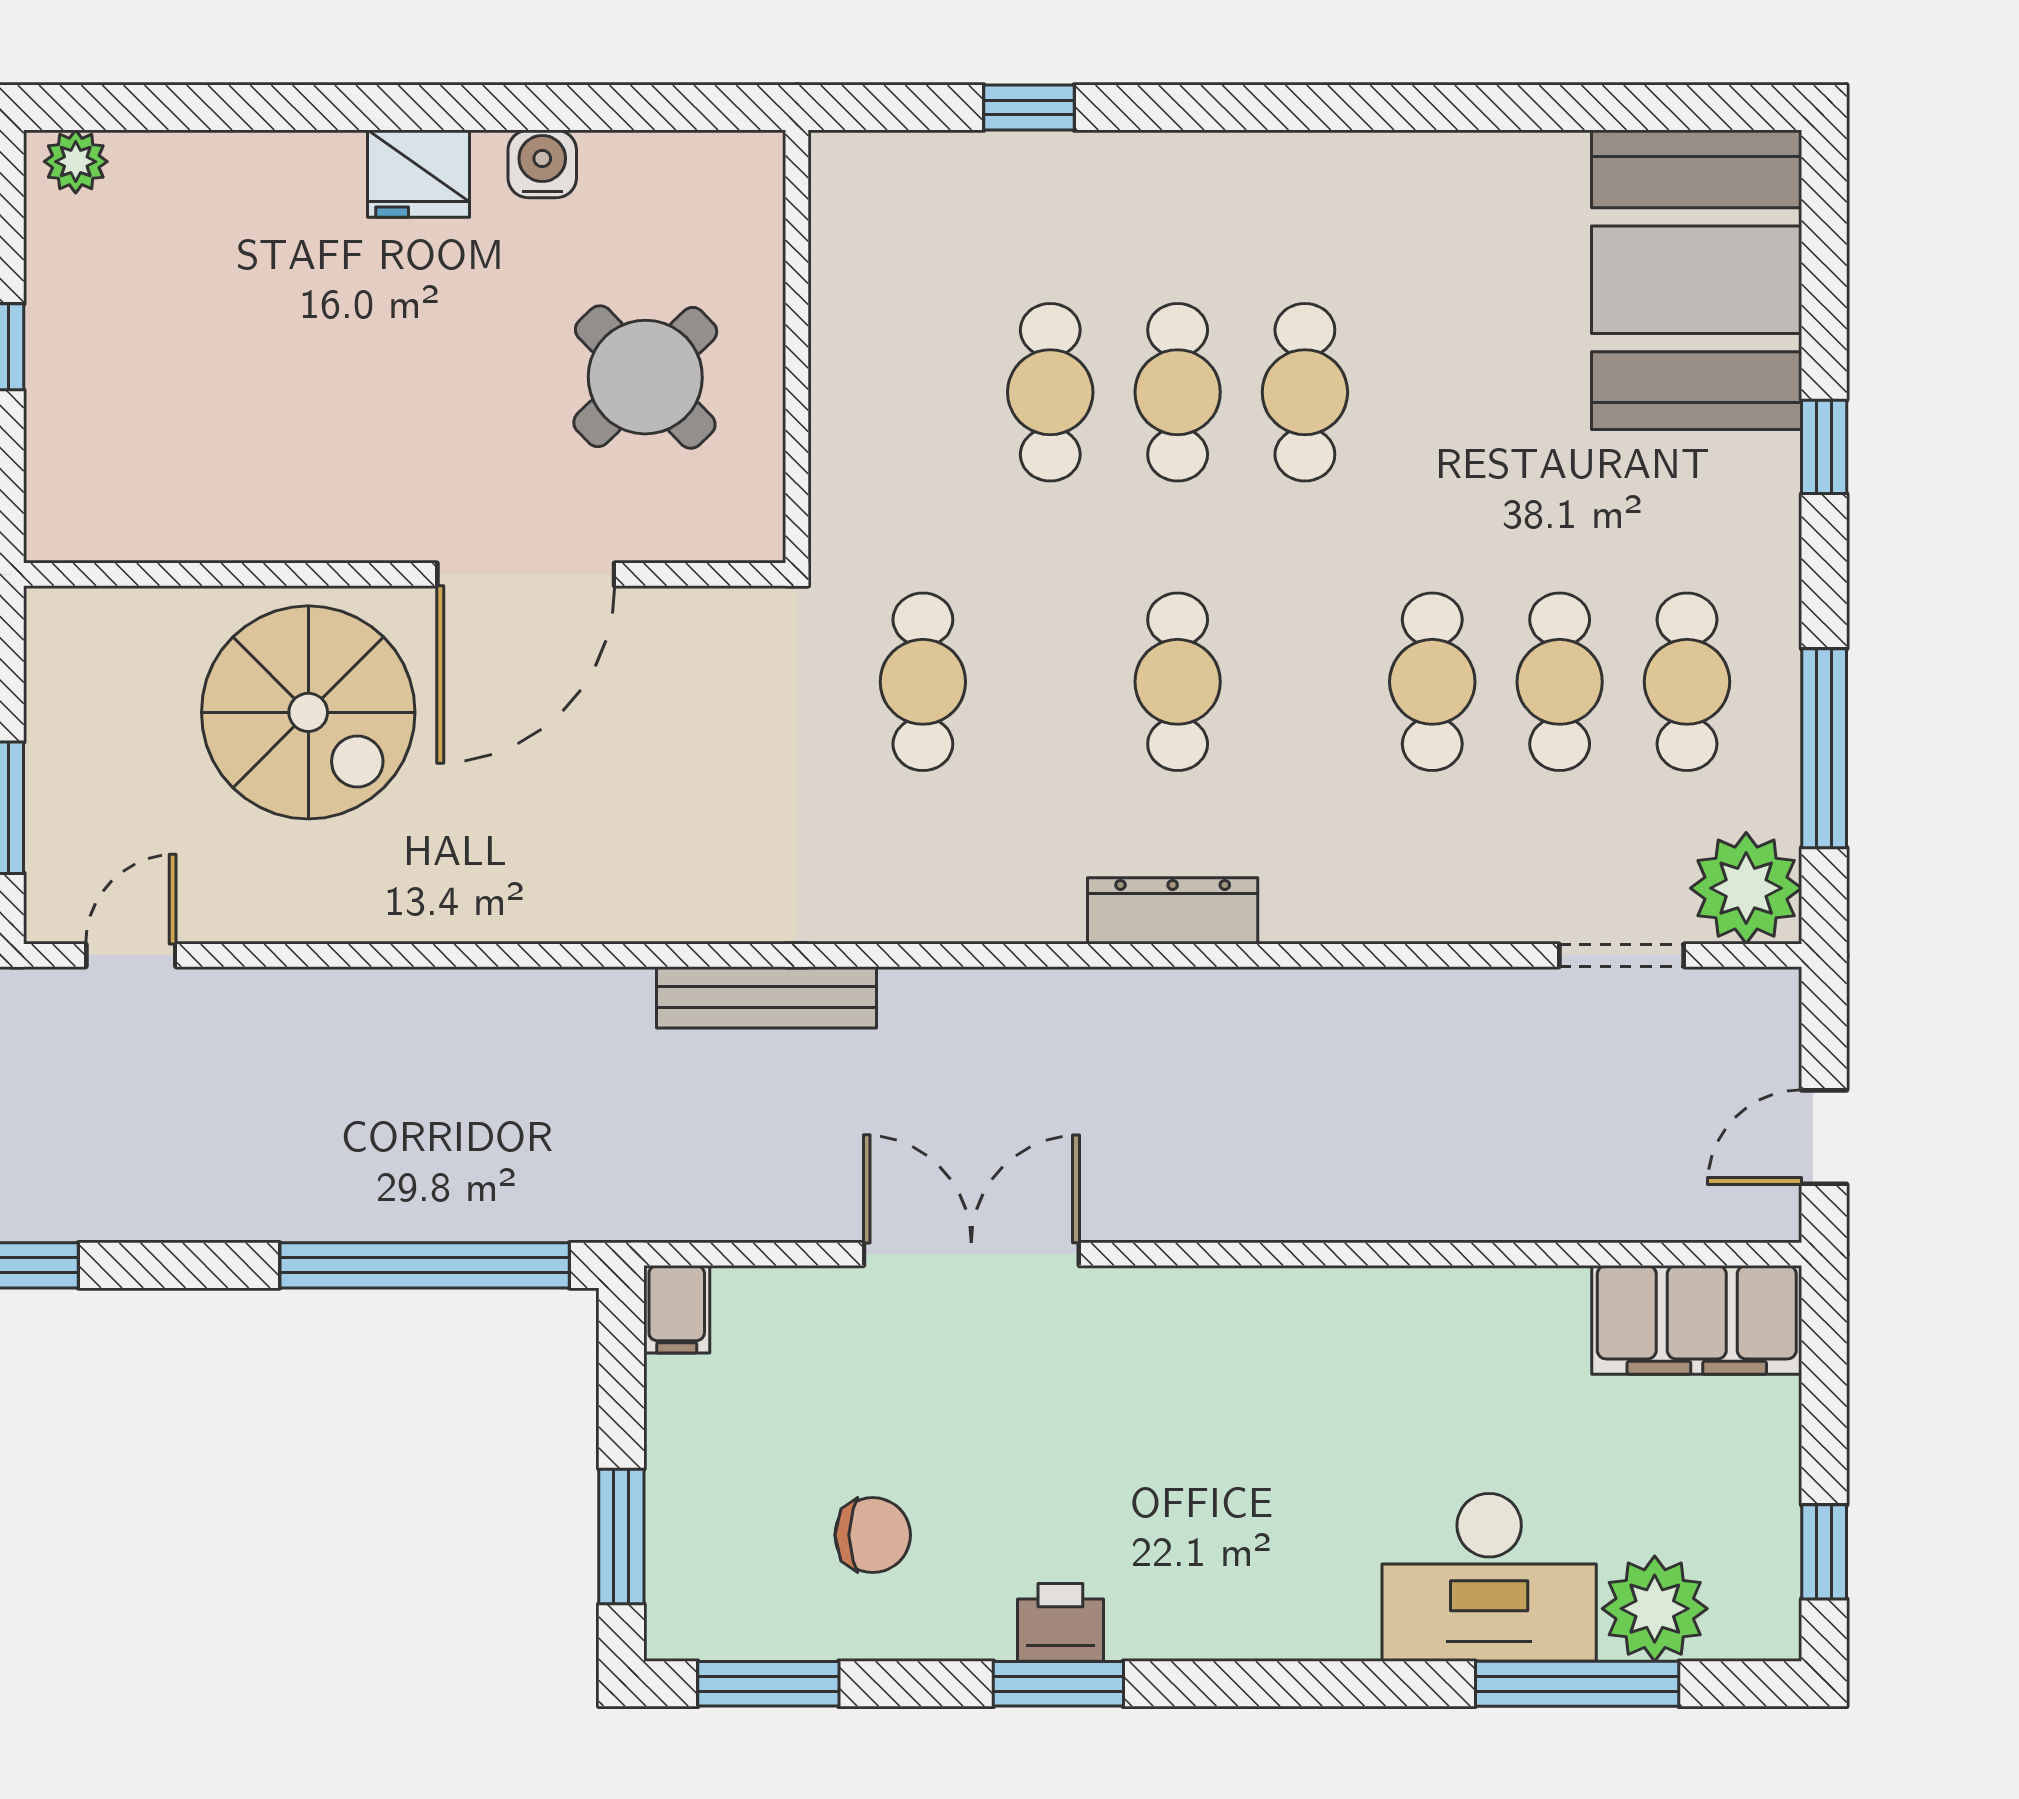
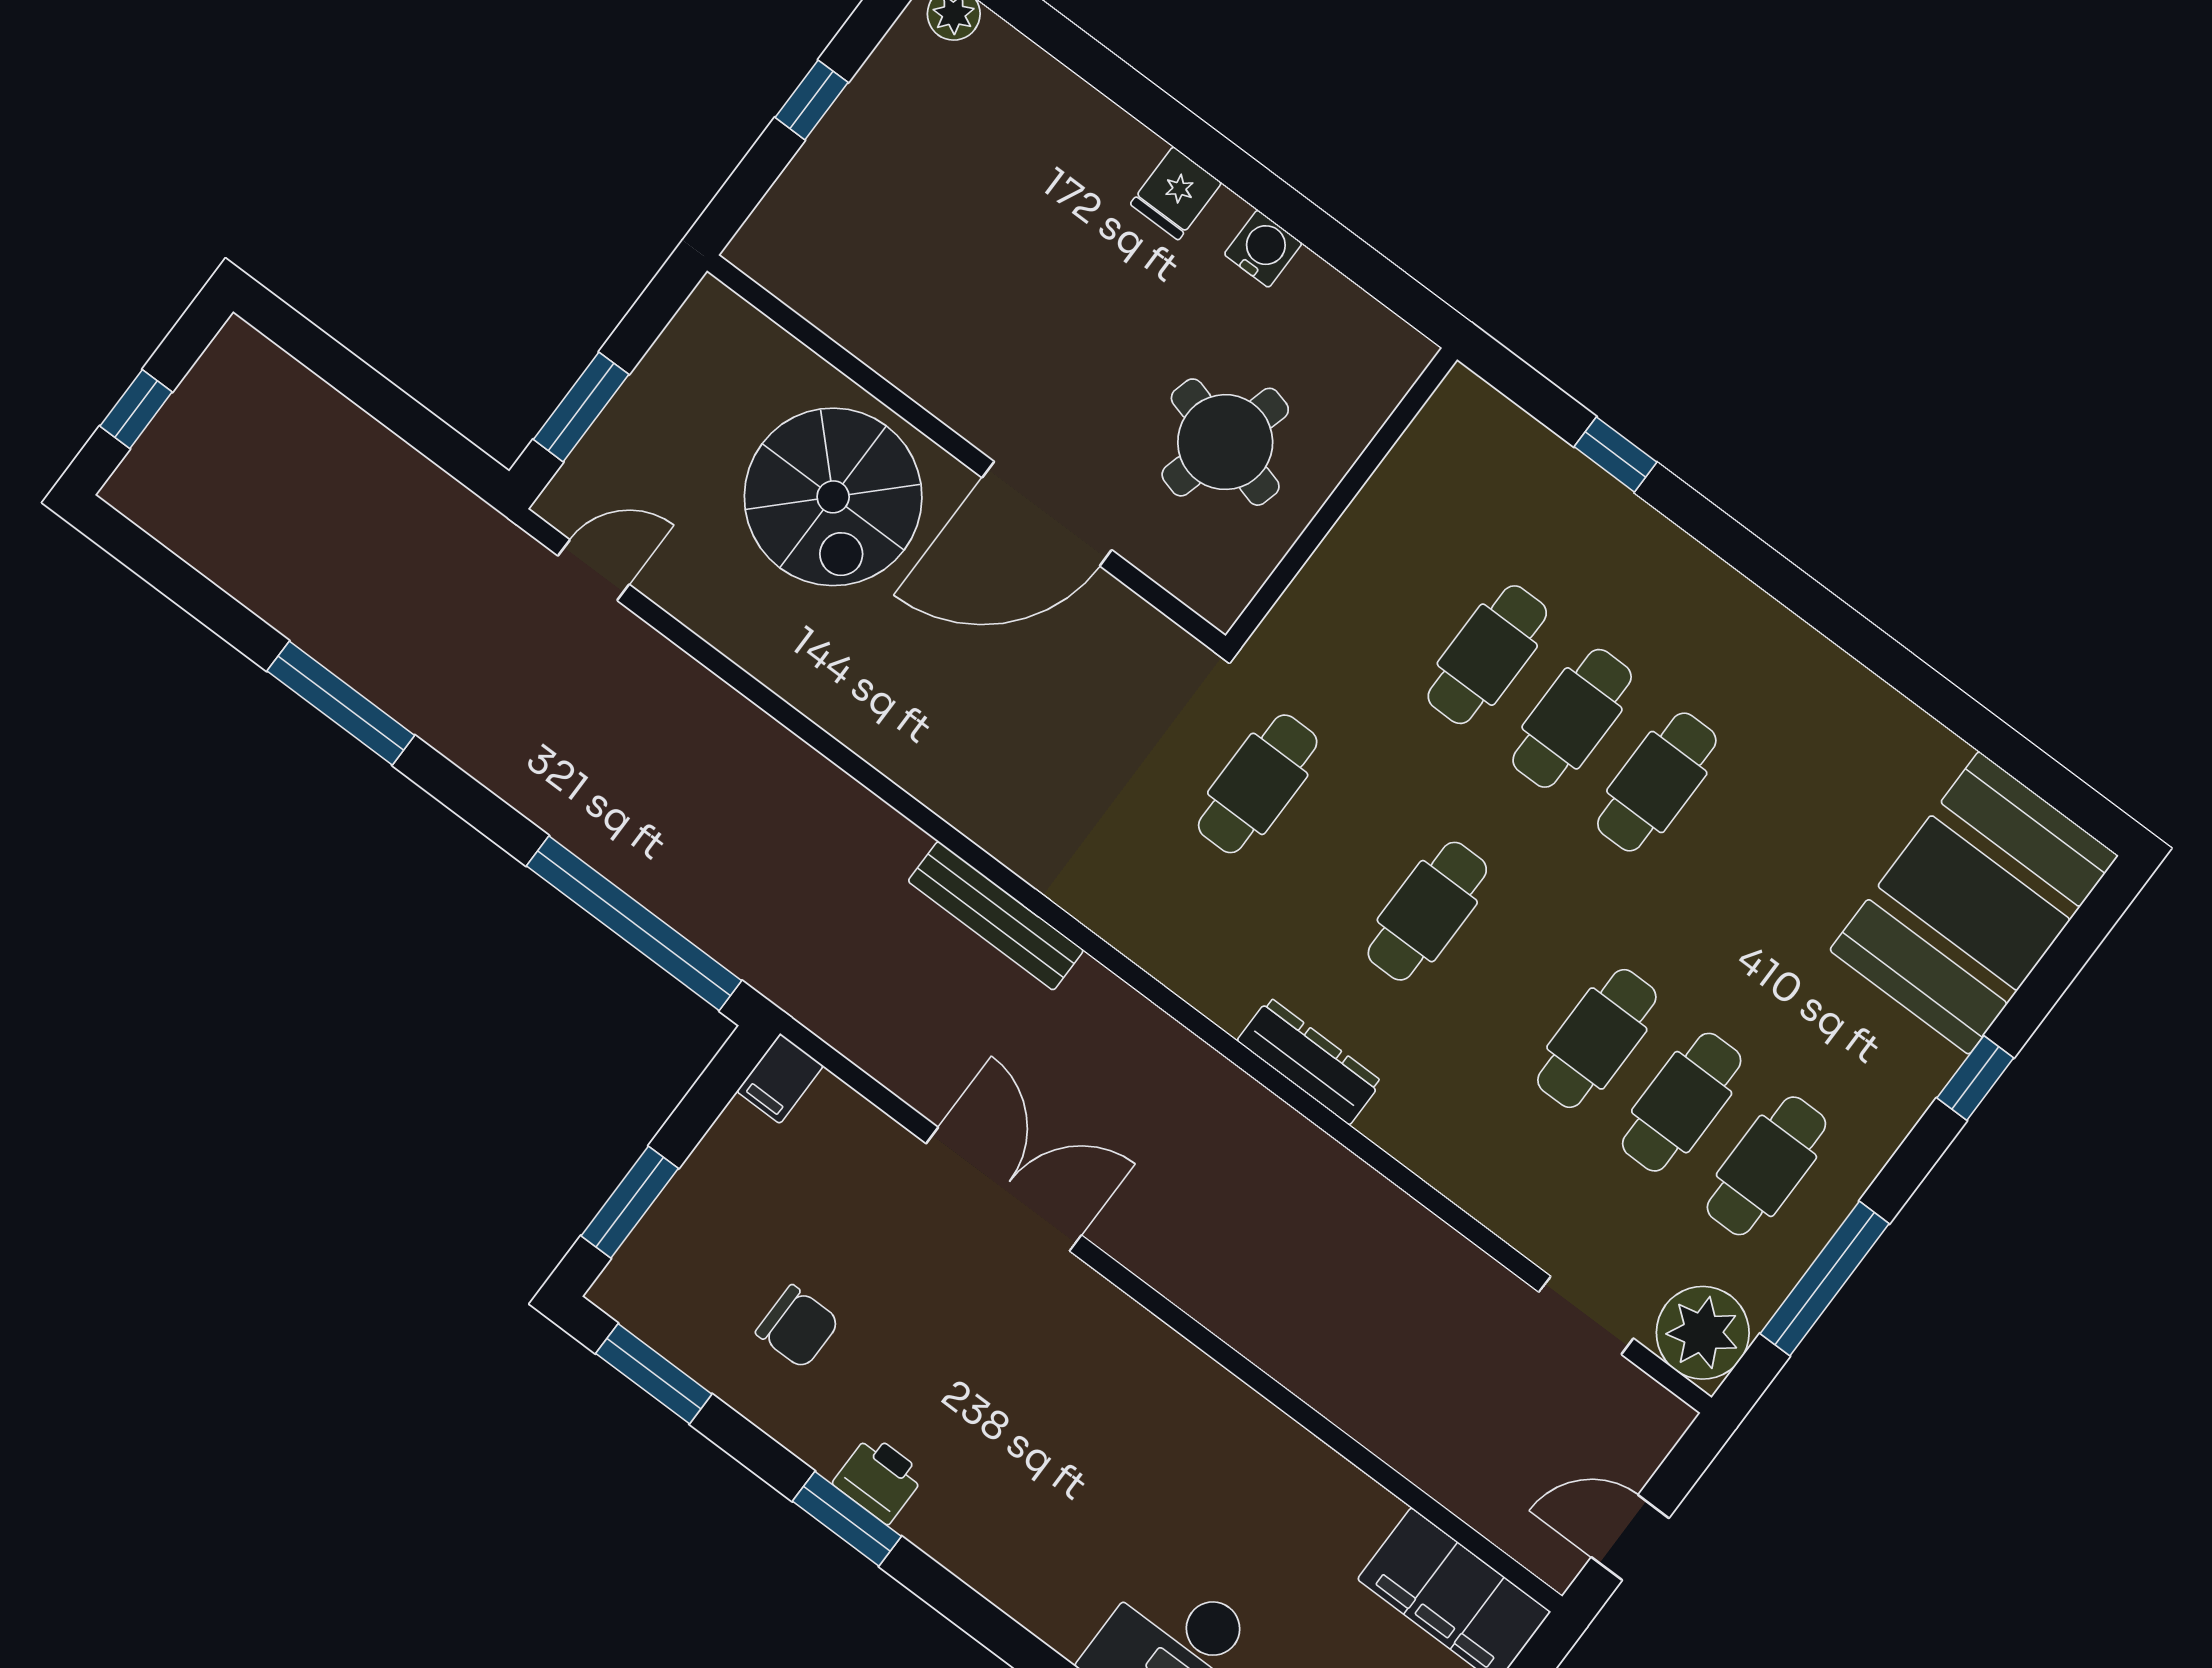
fridge: (419, 174) -> (1176, 193), width x0.72
round table: (645, 377) -> (1225, 442), turned -31

